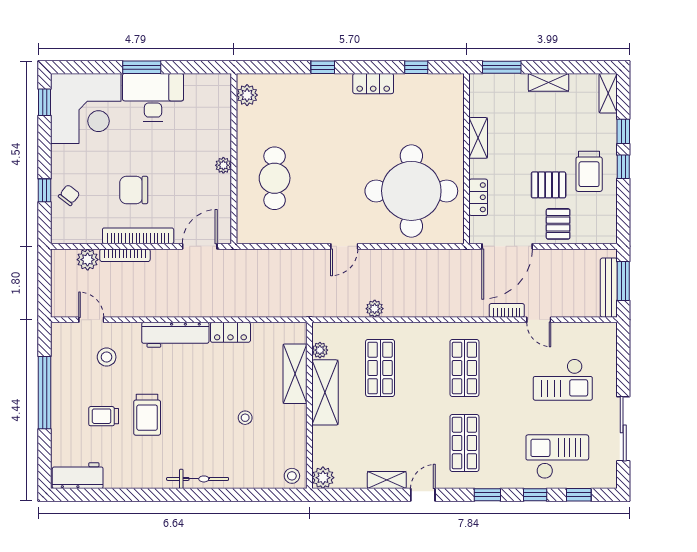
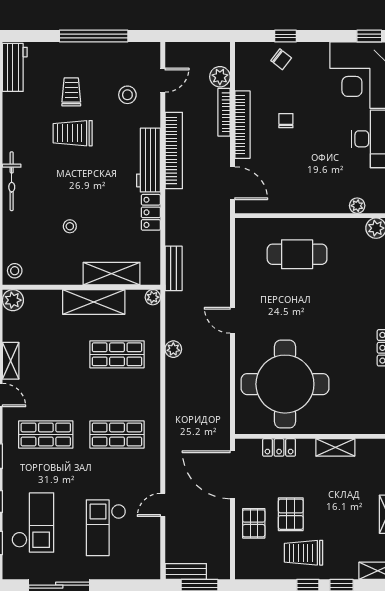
plant: (223, 165) -> (357, 206), moved
chair: (134, 190) -> (286, 121), width x0.54, depth x0.54
pallet: (558, 224) -> (254, 523), turned 90
bench: (609, 288) -> (186, 571), width x0.73
bench: (289, 308) -> (174, 268), added
bookcase: (507, 310) -> (174, 151), moved, width x2.31, depth x1.31
plant: (320, 350) -> (153, 297), moved

